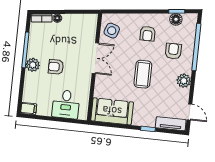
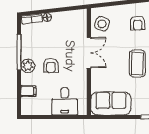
armchair: (56, 67) -> (51, 65), turned -90
filing cabinet: (29, 109) -> (28, 91), moved

